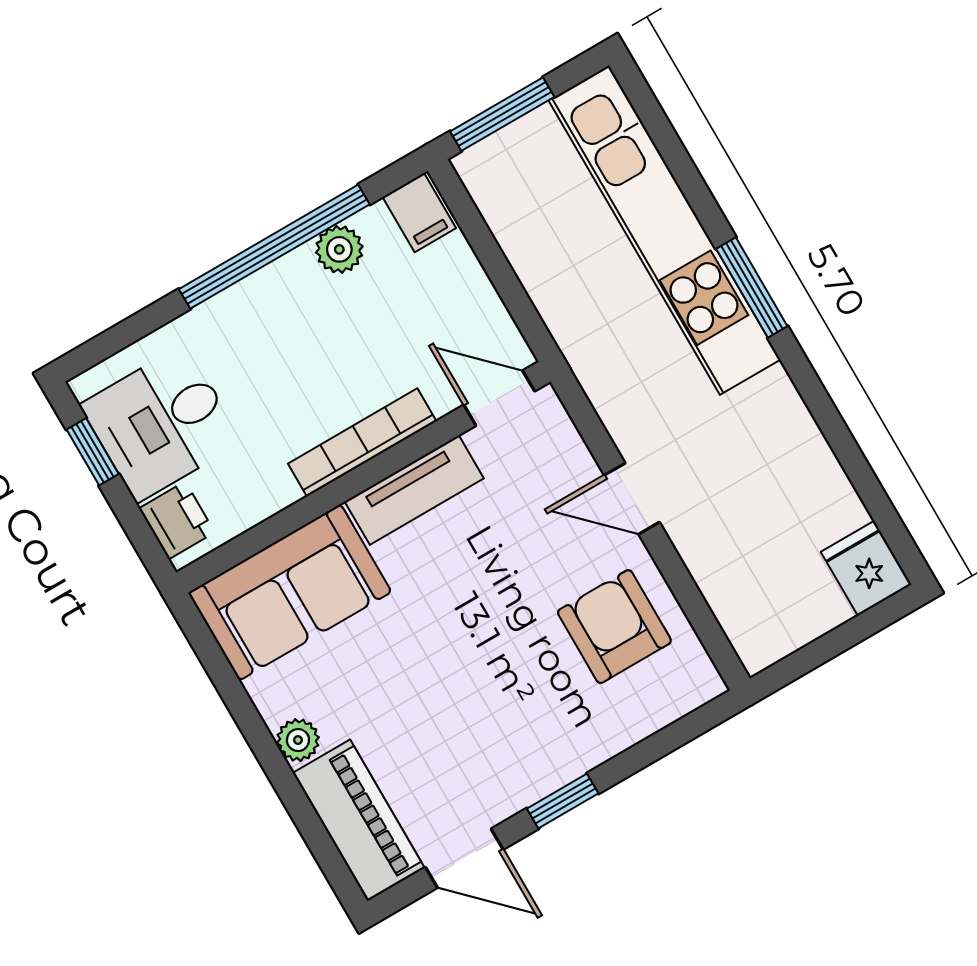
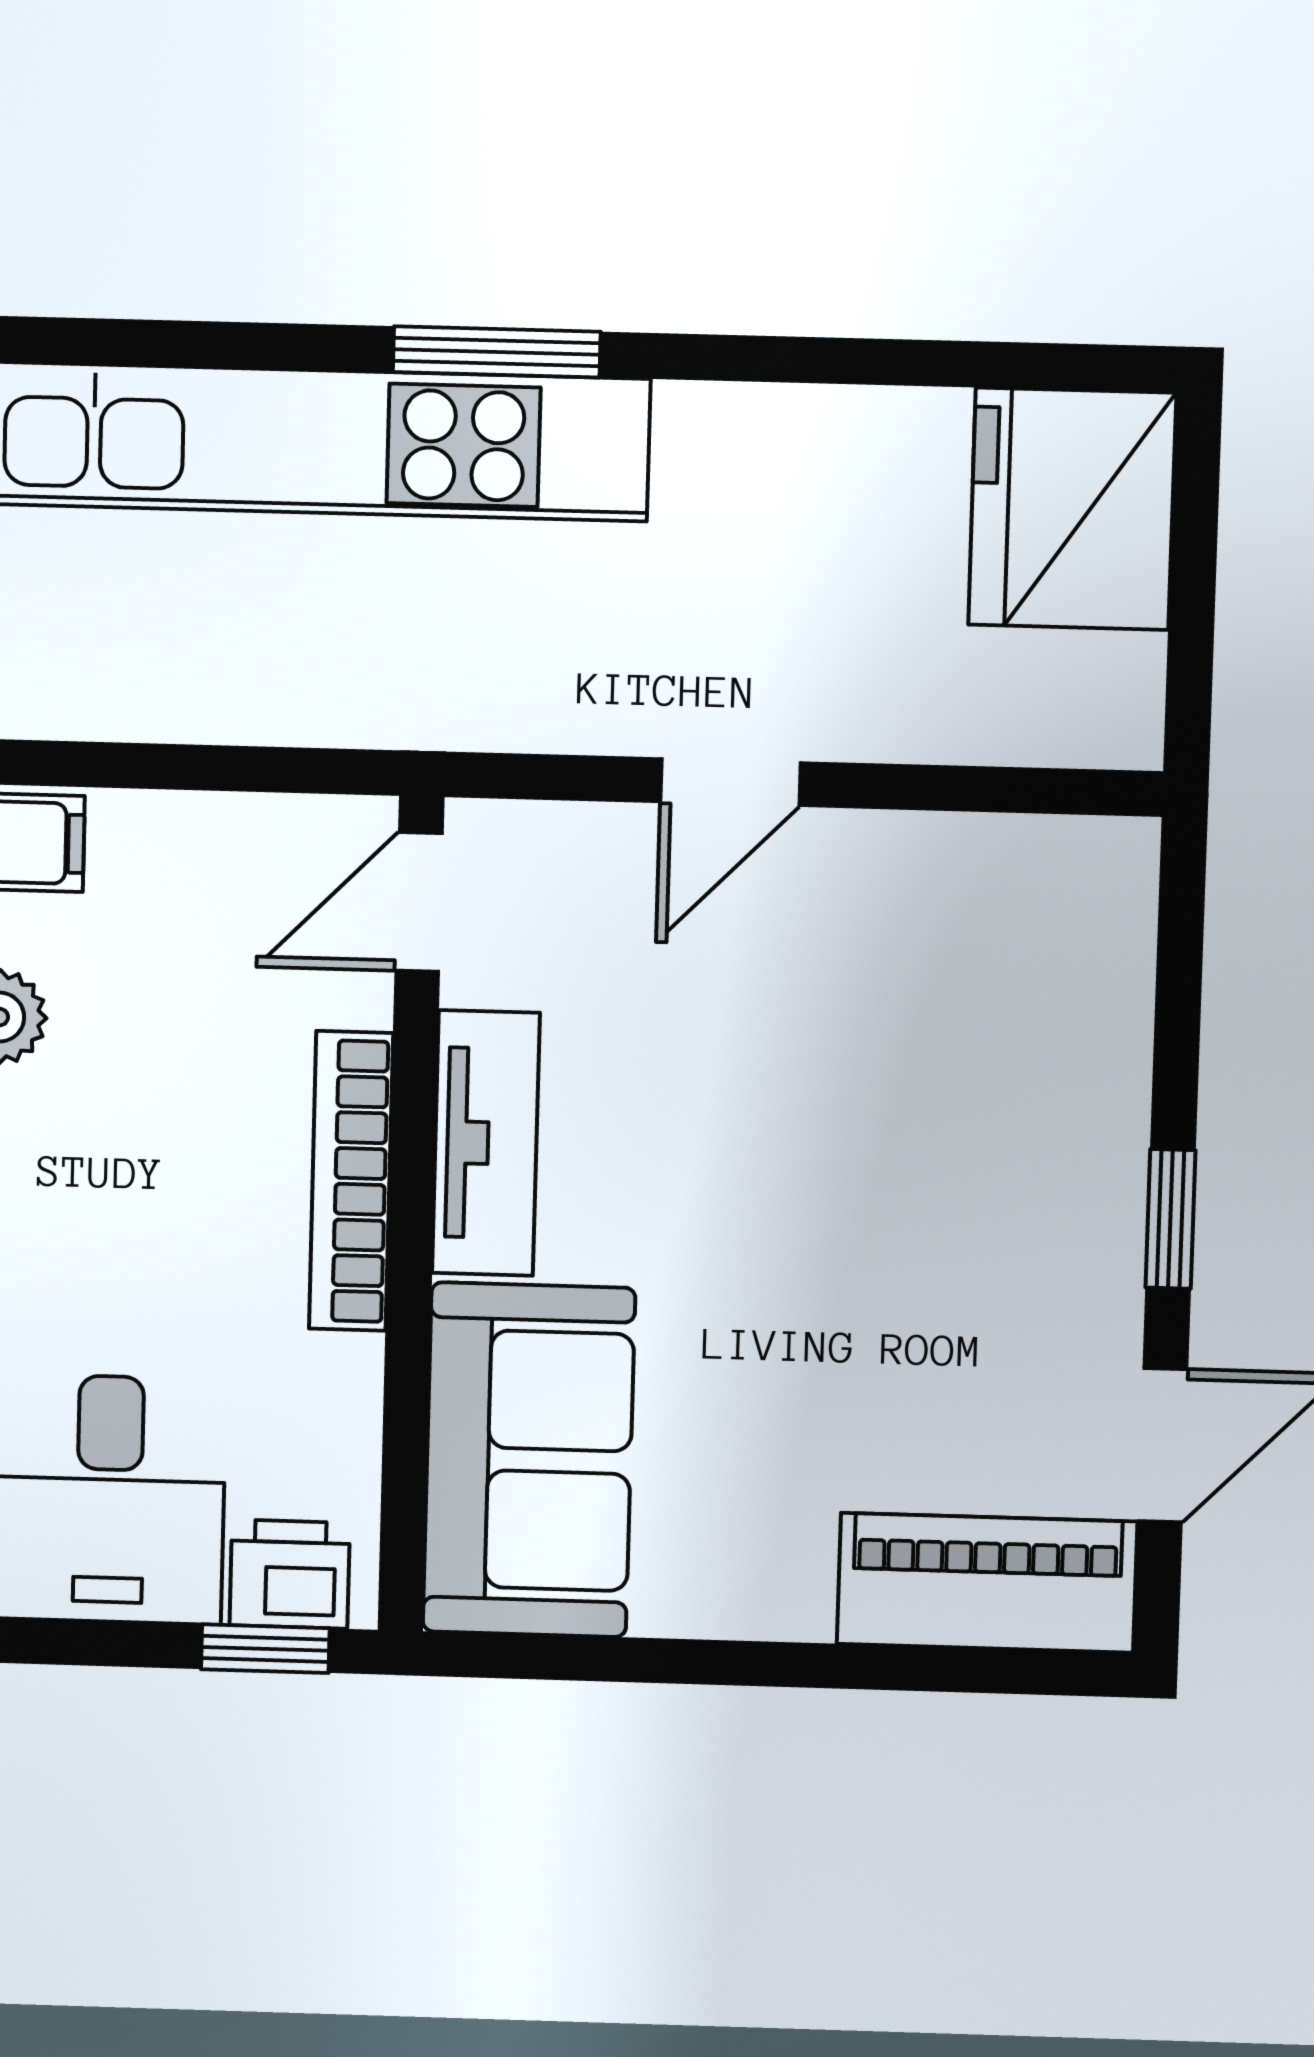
window: (93, 452) -> (265, 1649), moved
fridge: (866, 568) -> (1072, 509), width x1.88, depth x1.34
armchair: (614, 627) -> (929, 947), removed
plant: (298, 740) -> (787, 1600), removed

